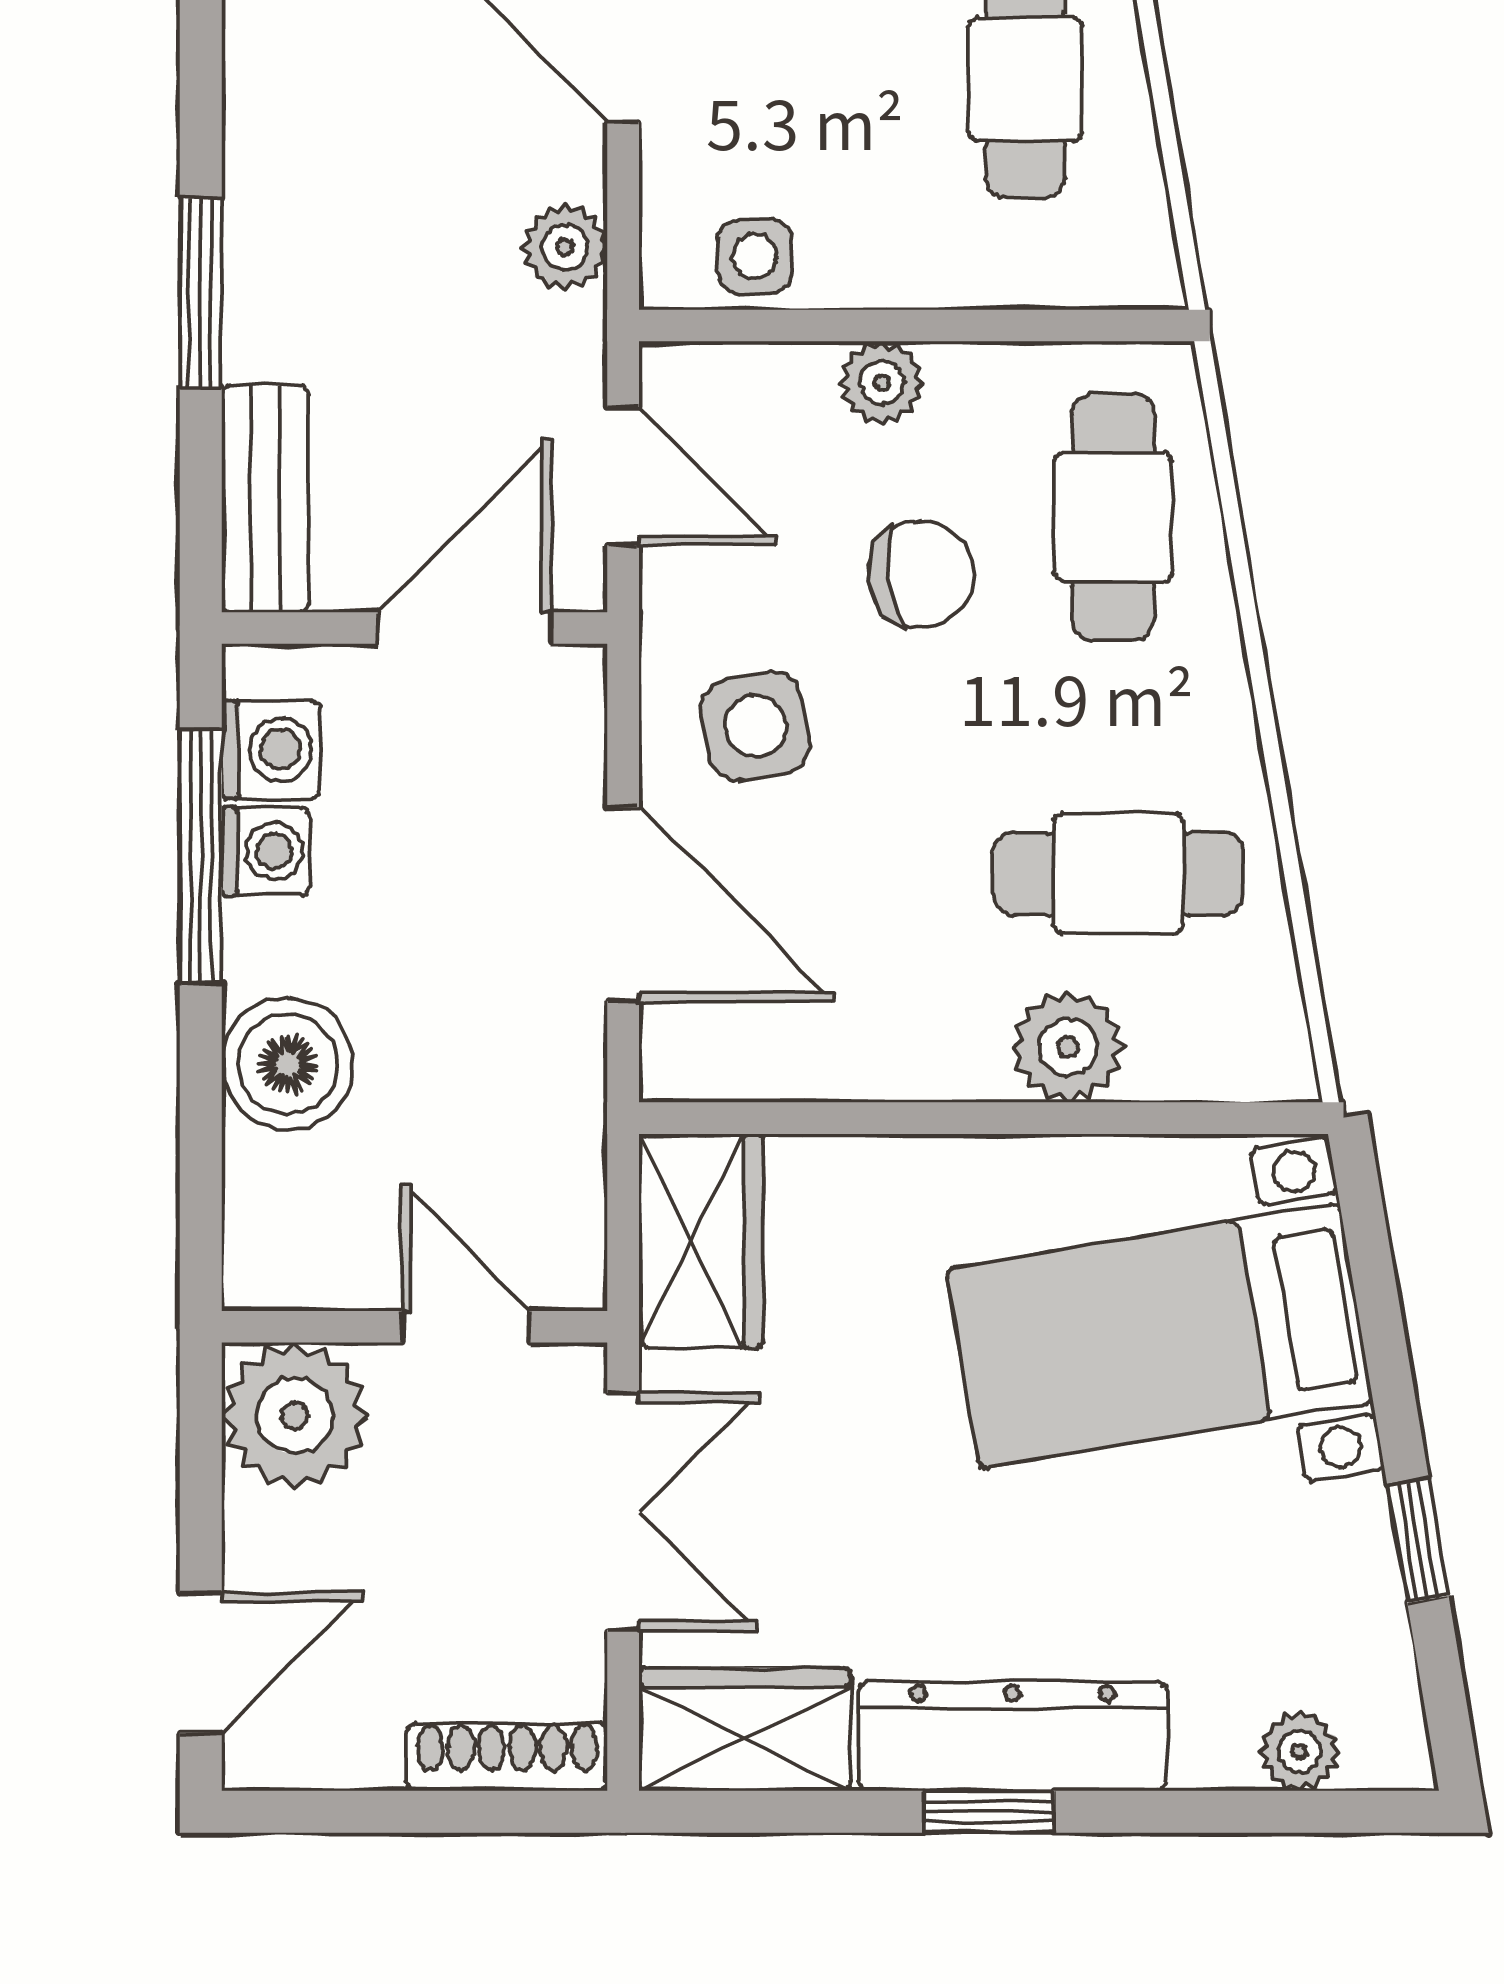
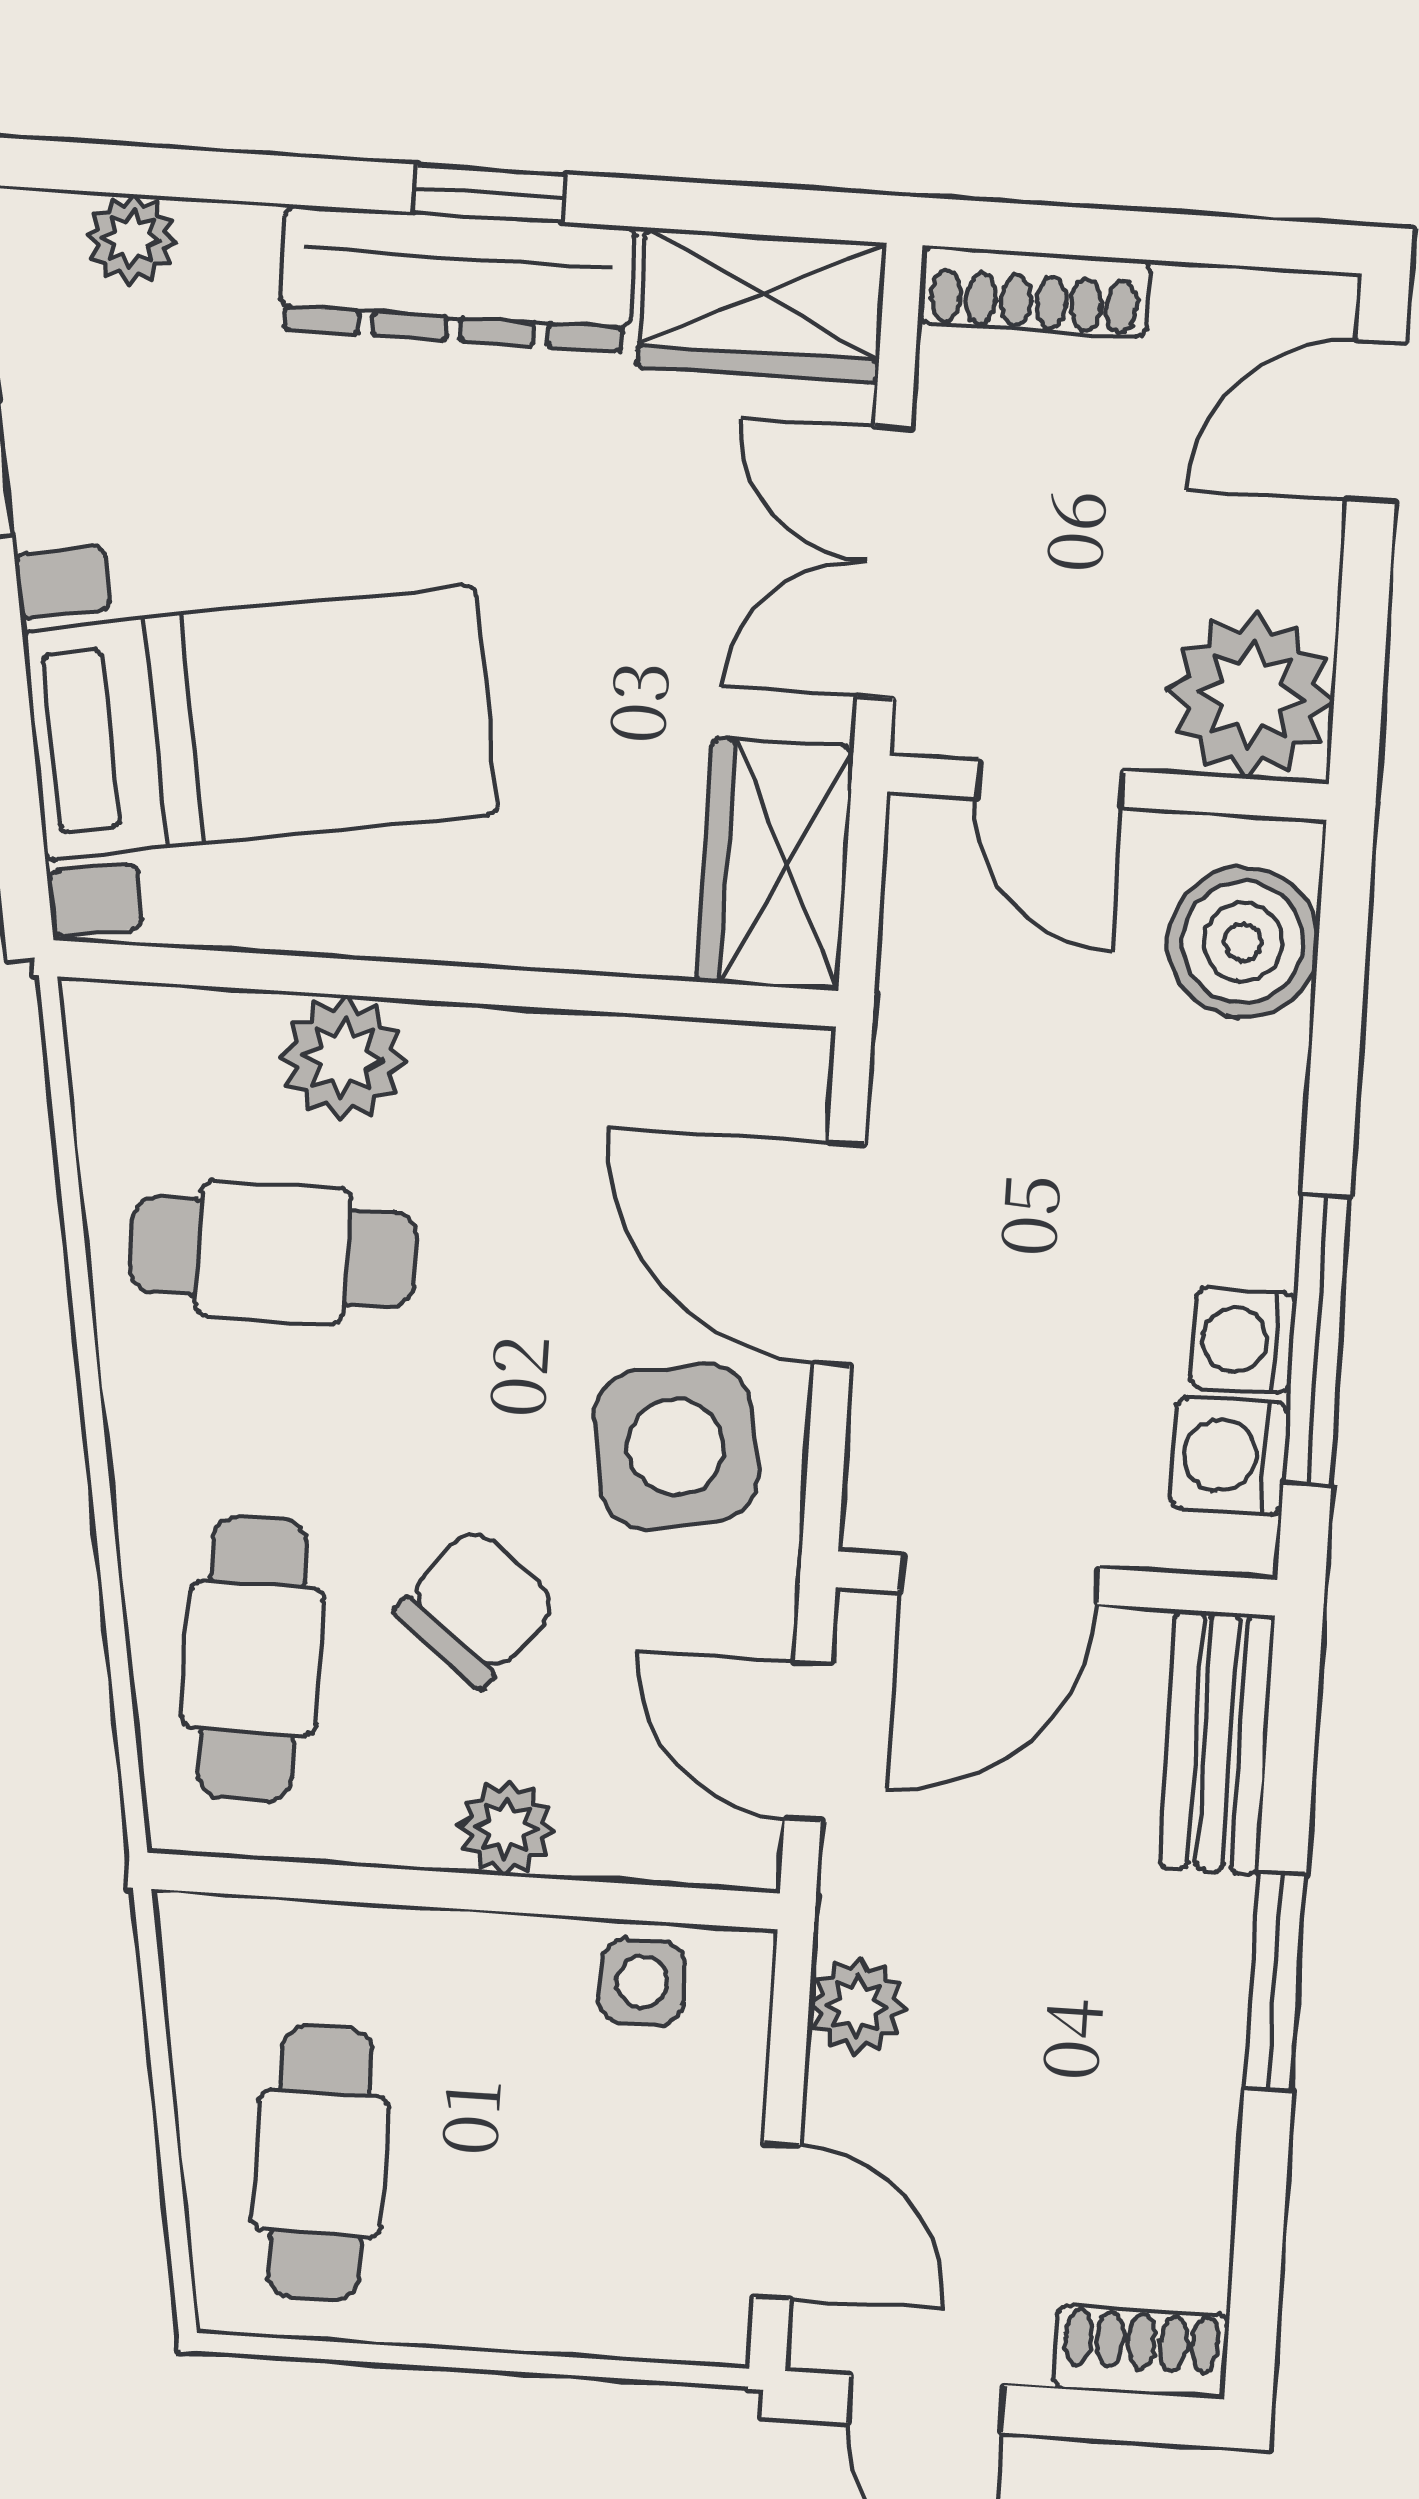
chair: (921, 574) -> (476, 1607), turned 135
side table: (755, 726) -> (676, 1447), width x1.37, depth x1.37
boiler: (288, 1064) -> (1243, 942), moved

